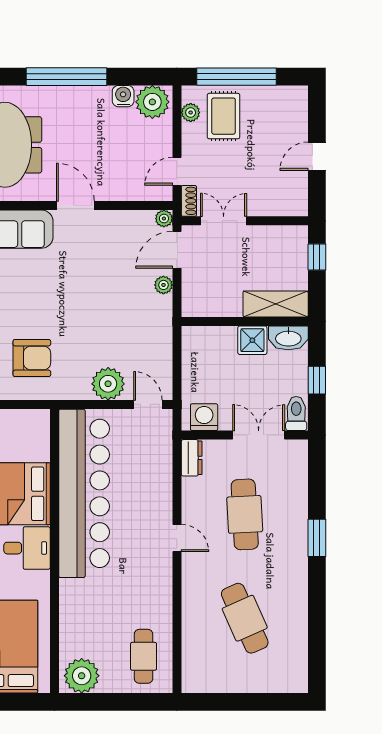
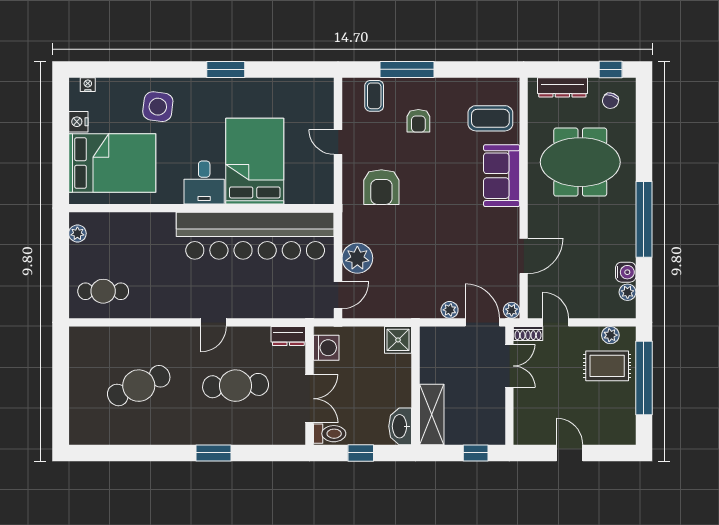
plant: (152, 102) -> (628, 292), width x0.53, depth x0.53
door: (75, 206) -> (524, 256), moved
shower: (252, 340) -> (398, 340), moved
plant: (82, 676) -> (77, 233), width x0.53, depth x0.53

